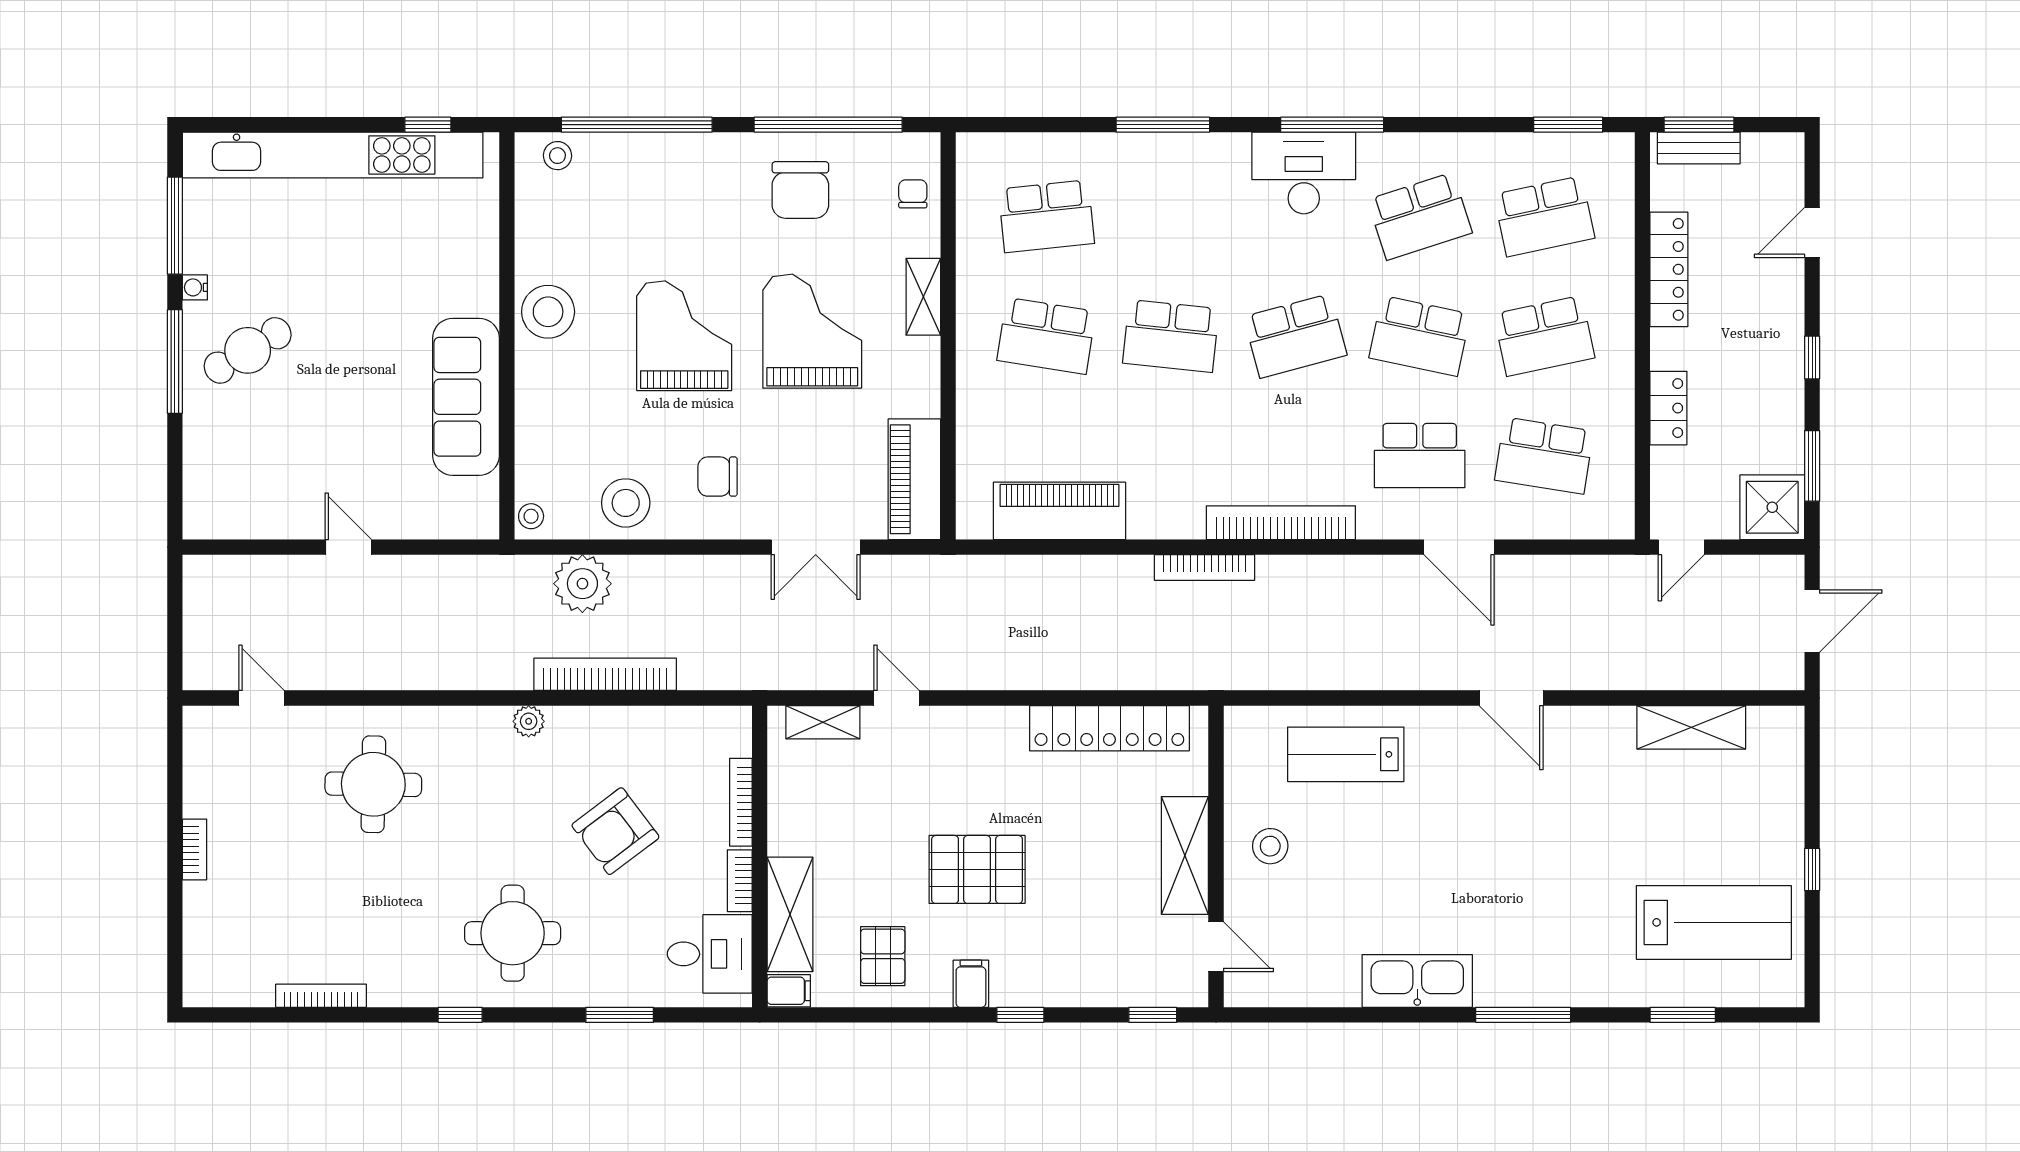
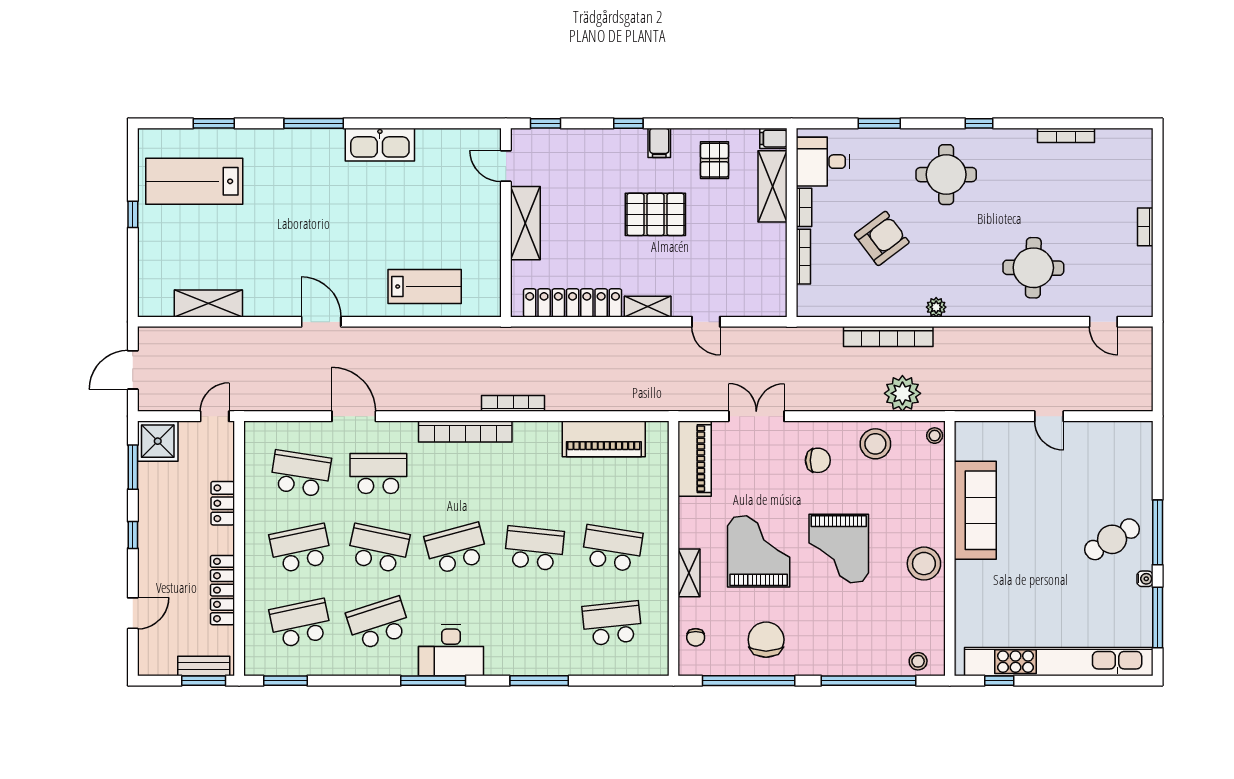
grand piano: (812, 331) -> (759, 551), turned 180
shelving: (823, 722) -> (648, 307), moved
stool: (1270, 846) -> (472, 229), removed

